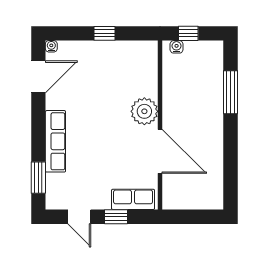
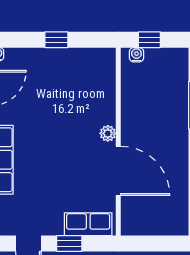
plant: (144, 111) -> (108, 133), width x0.53, depth x0.53

